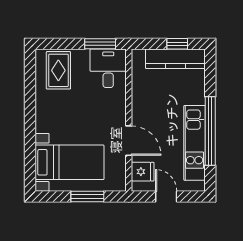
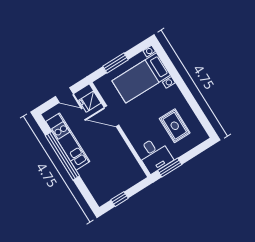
kitchen counter: (175, 59) -> (115, 189), removed
rug: (58, 70) -> (175, 126), moved

